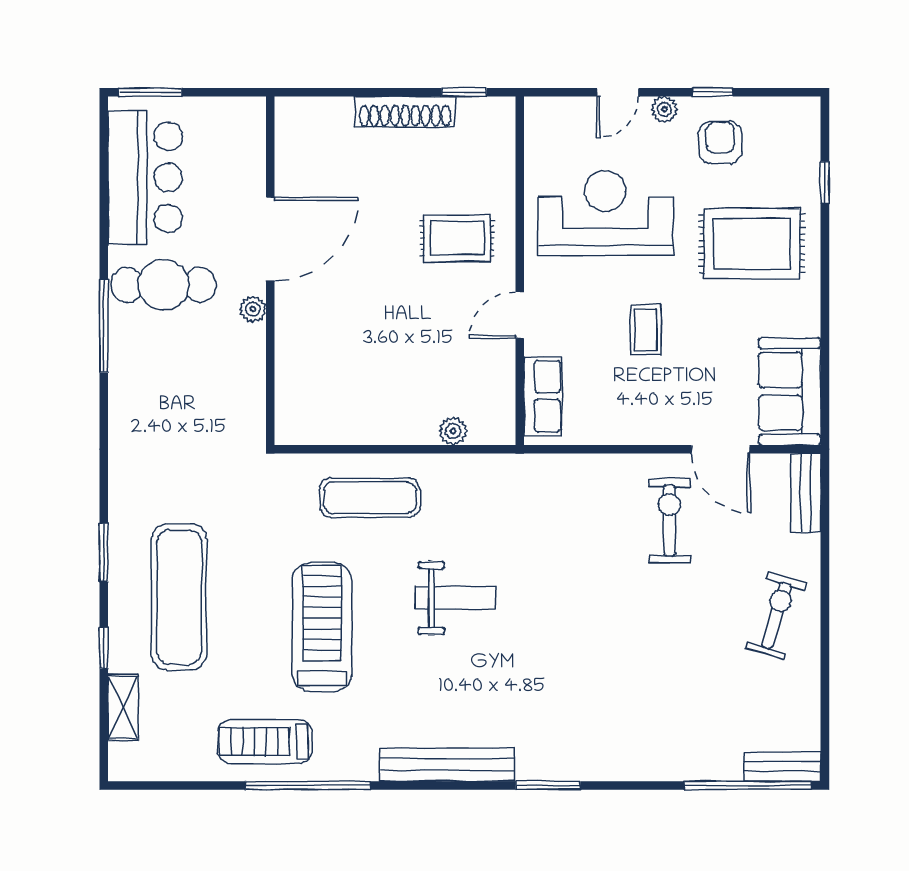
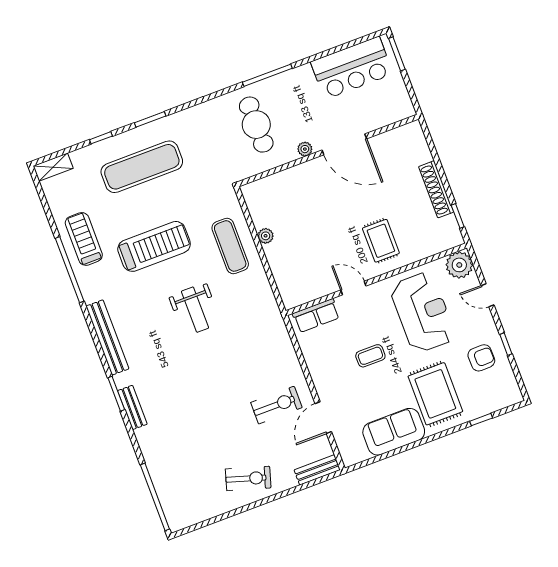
plant: (664, 109) -> (459, 265), moved, width x1.88, depth x1.88
cafe table: (163, 285) -> (256, 125), moved
sofa: (790, 391) -> (394, 432), moved
plant: (453, 431) -> (266, 236), moved
shelving: (123, 707) -> (53, 167), moved
bench: (783, 767) -> (132, 407), moved

